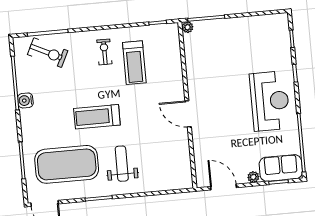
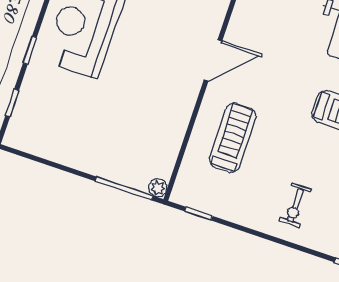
treadmill: (134, 63) -> (233, 138), moved
door: (188, 114) -> (213, 60), hinge flipped

